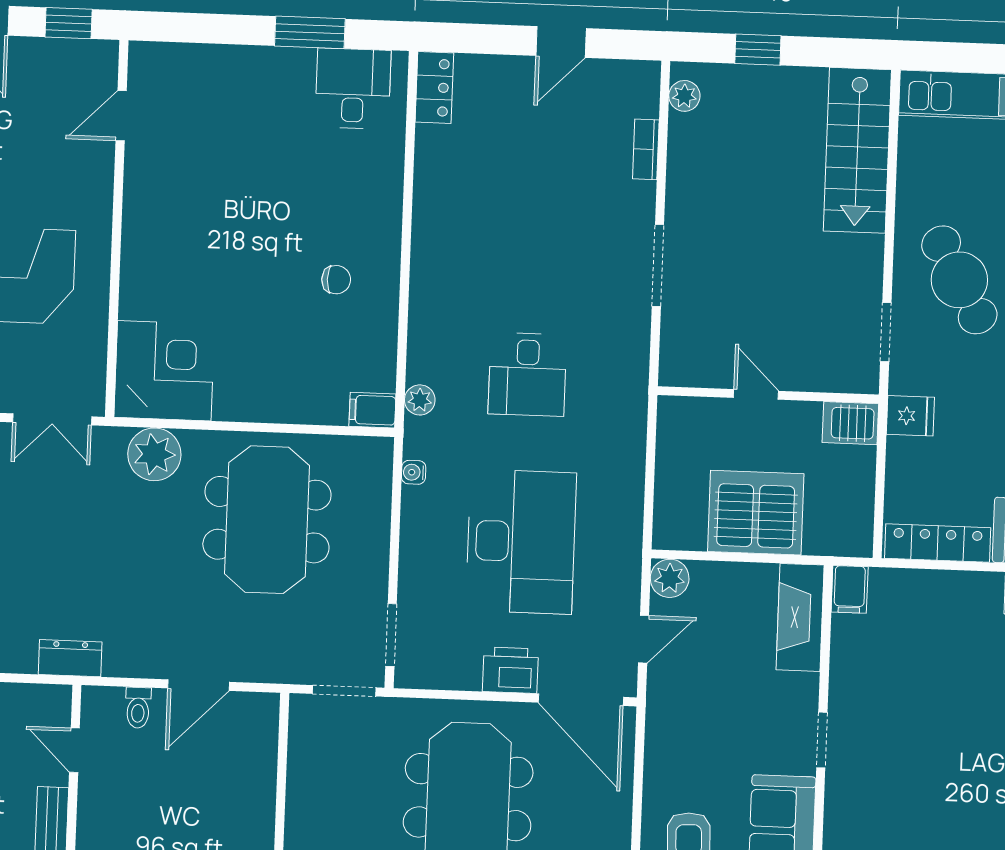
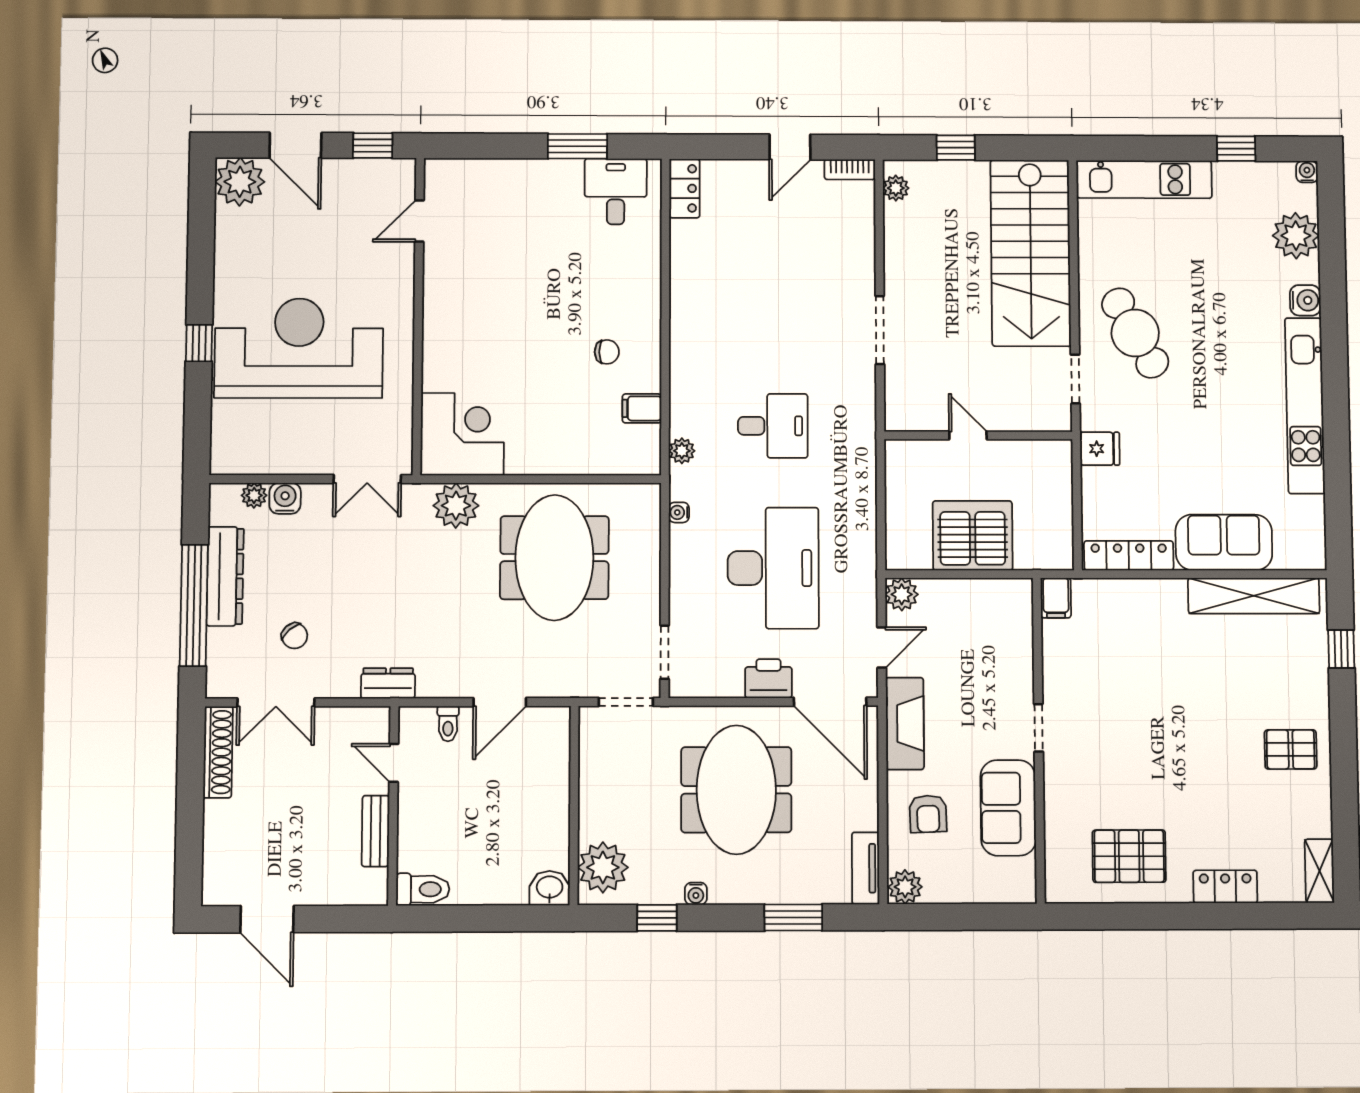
bookcase: (646, 149) -> (850, 169), moved, turned -90
stairs: (857, 150) -> (1031, 253), width x1.36, depth x1.51
desk: (527, 374) -> (773, 426), turned -90
filing cabinet: (372, 410) -> (642, 408), moved
server rack: (850, 423) -> (1049, 457), removed
fireplace: (800, 617) -> (905, 724), moved, turned 180

